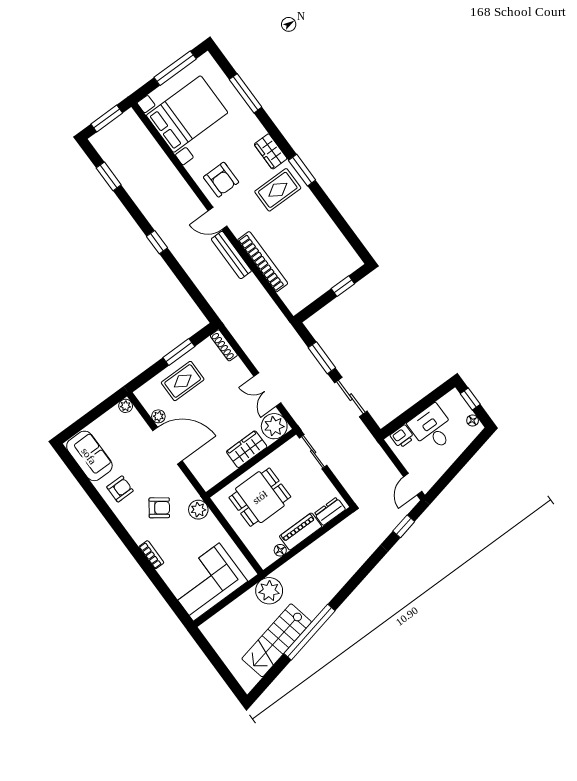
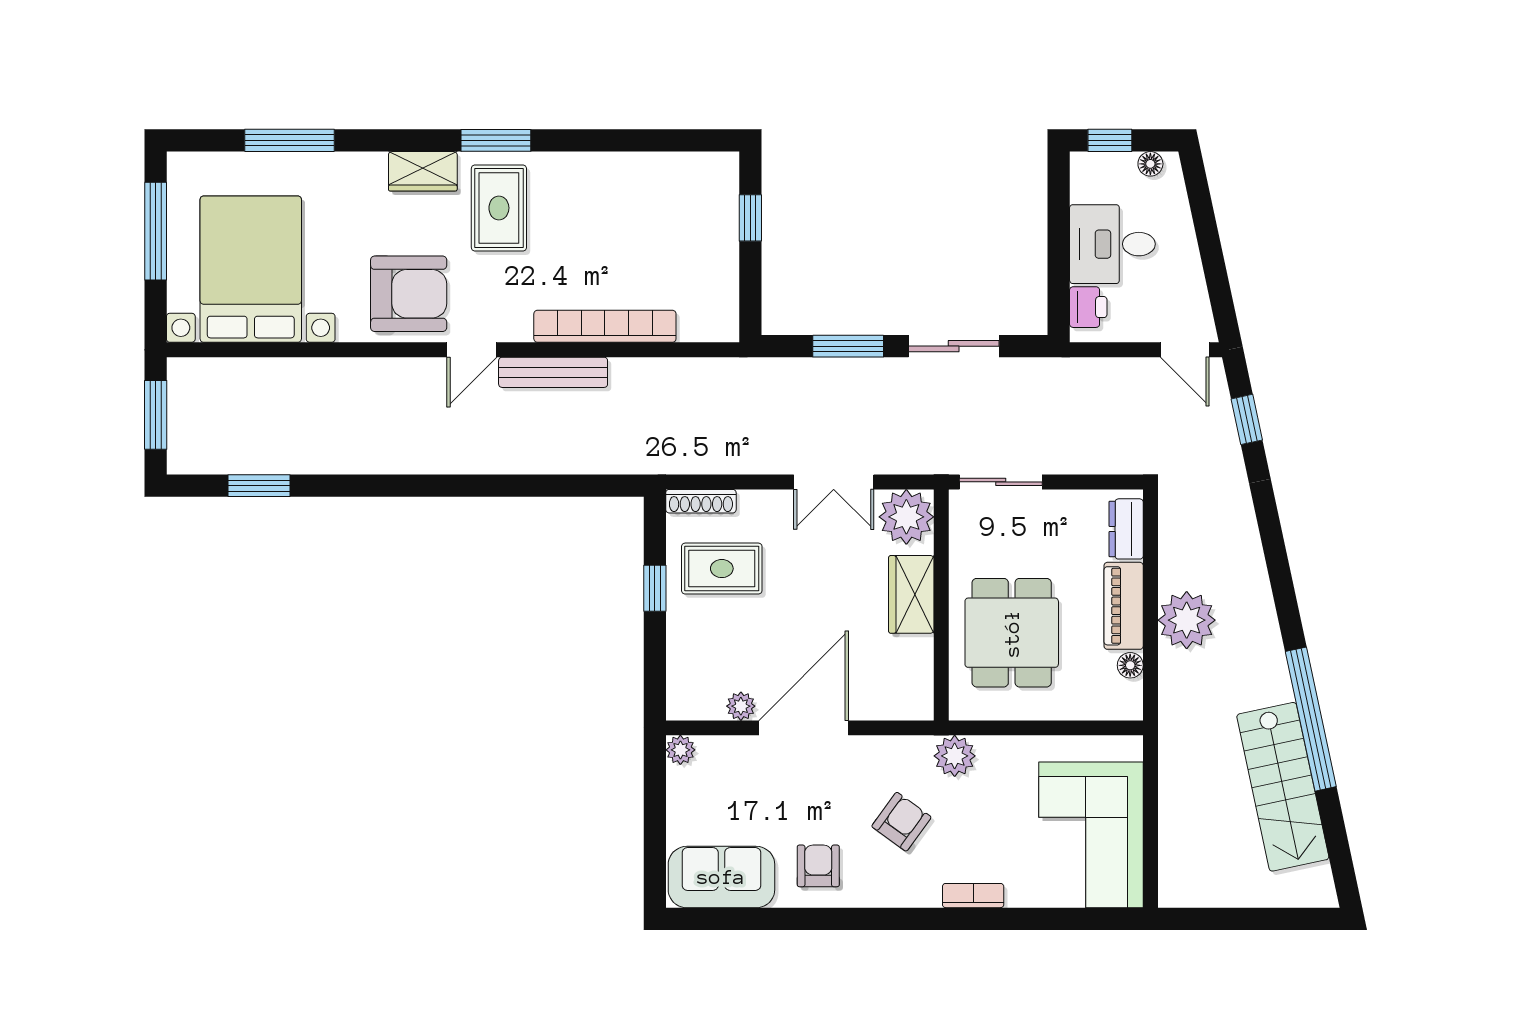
armchair: (221, 180) -> (409, 294), width x1.36, depth x1.36
window: (157, 242) -> (436, 486), removed
window: (179, 352) -> (655, 588), width x0.67
rug: (183, 381) -> (722, 569), moved, turned 90
plant: (269, 591) -> (1187, 620), moved

